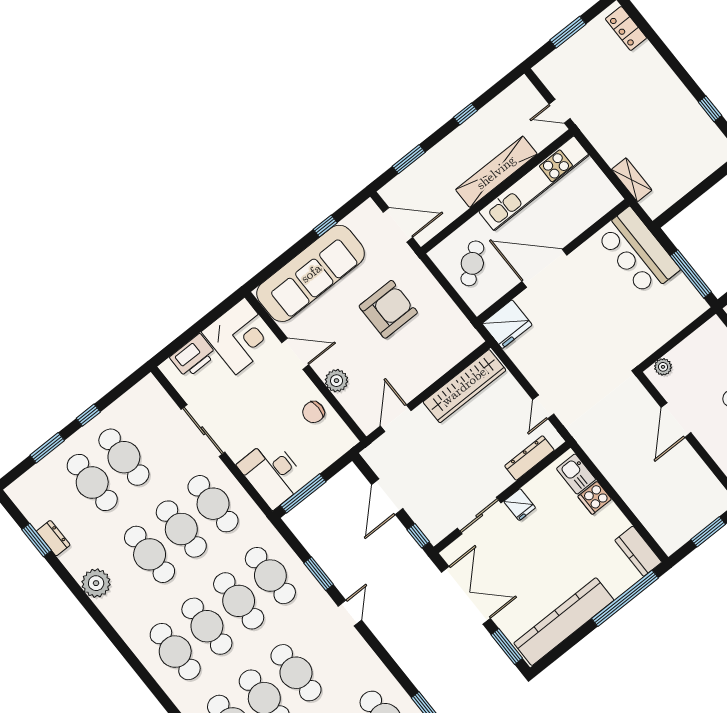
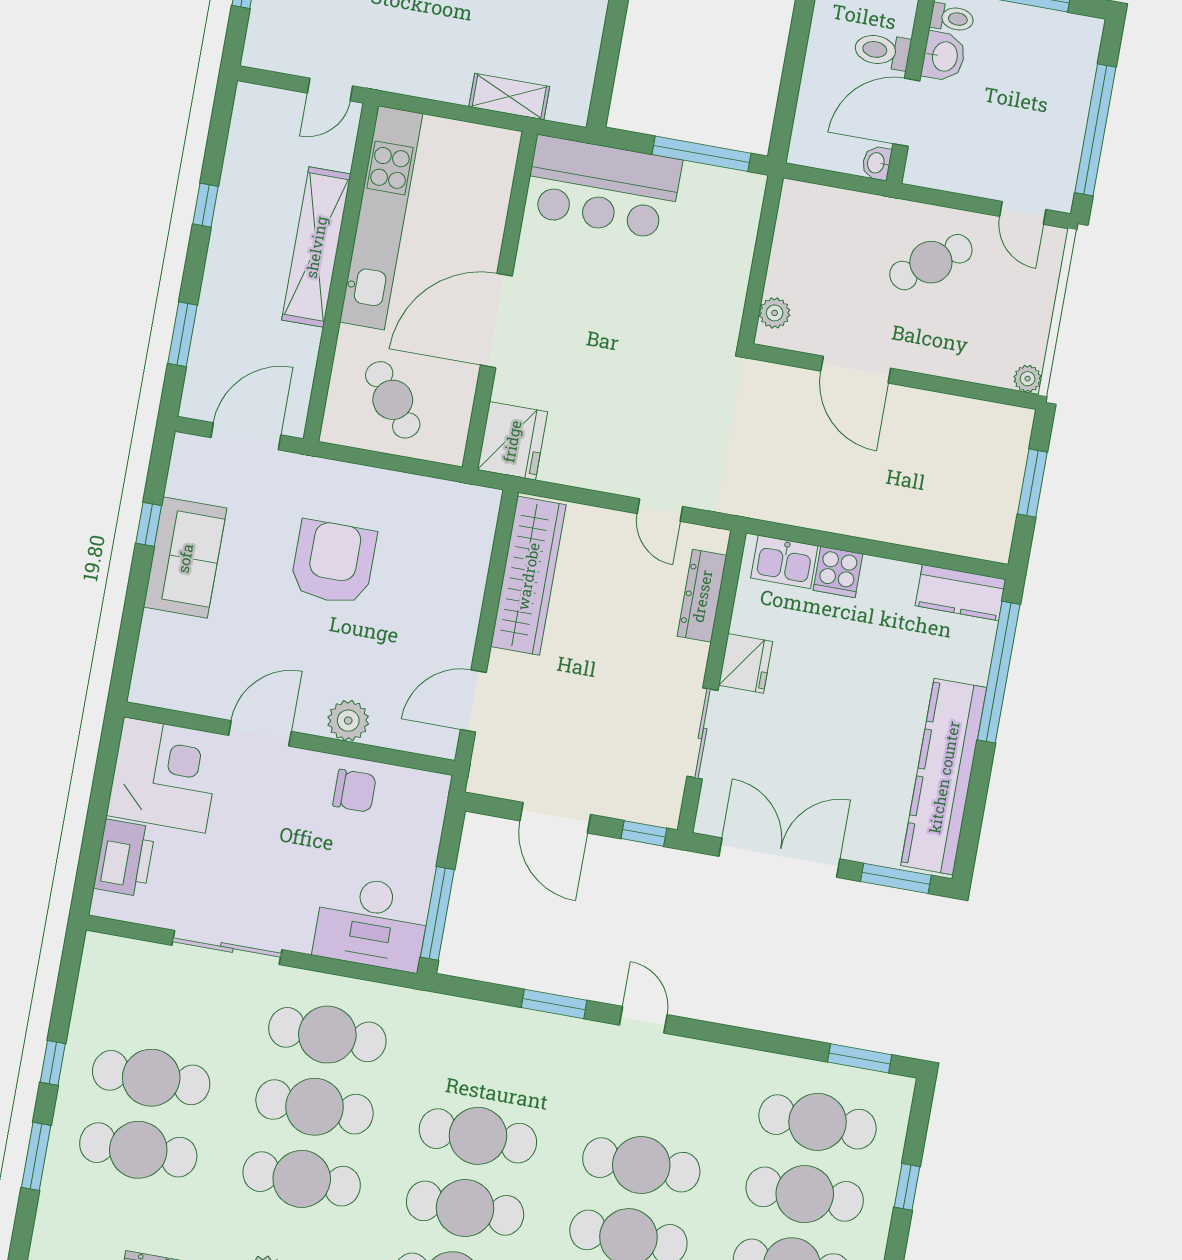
sofa: (311, 273) -> (185, 558), width x0.54, depth x0.79
chair: (313, 412) -> (354, 791), turned -90
door: (396, 418) -> (473, 701), hinge flipped
fridge: (520, 505) -> (746, 663), width x1.38
cafe table: (270, 576) -> (491, 1064), removed

